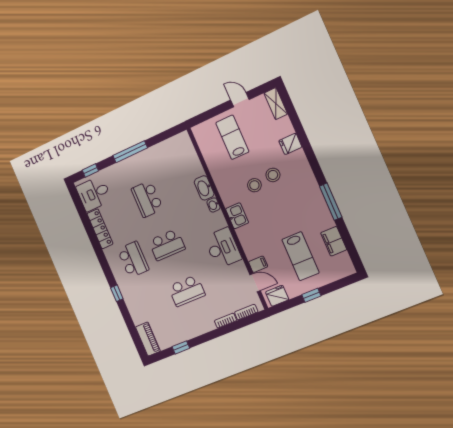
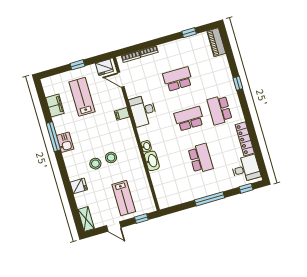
window: (207, 115) -> (141, 219), added
kitchen sink: (237, 216) -> (65, 142), moved, turned 180
filing cabinet: (258, 264) -> (122, 114), moved

